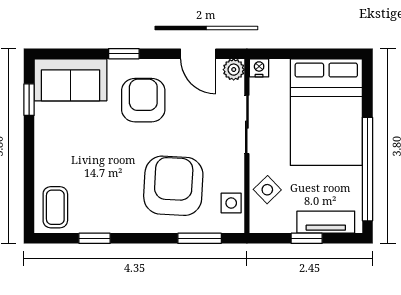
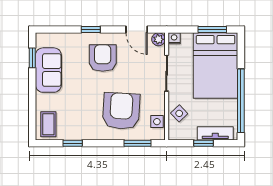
window: (321, 54) -> (212, 30), added
sofa: (71, 80) -> (48, 70), moved, turned -90

